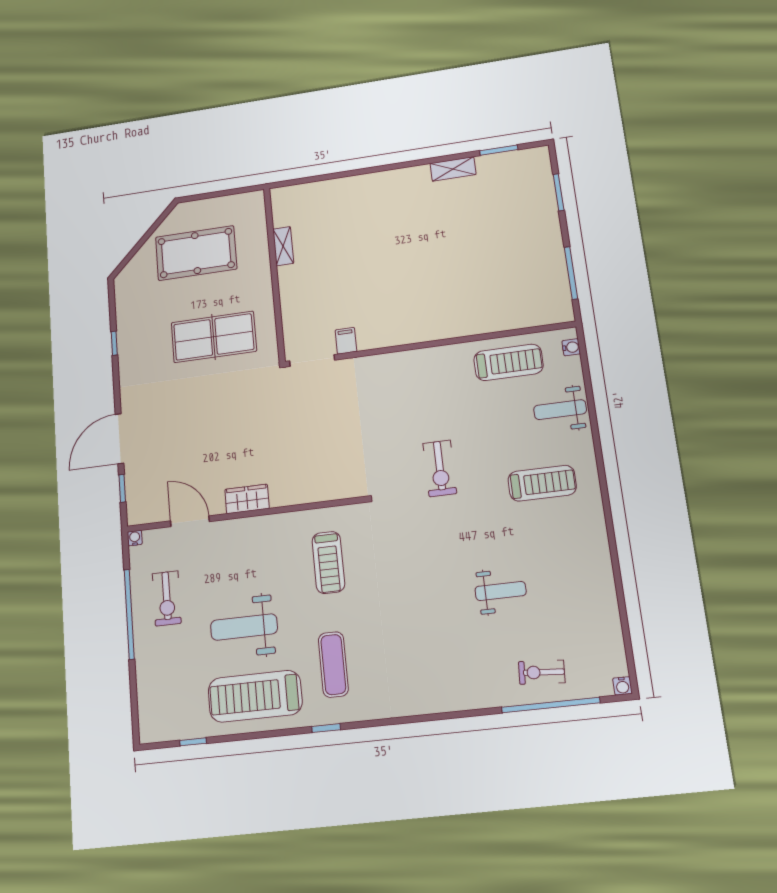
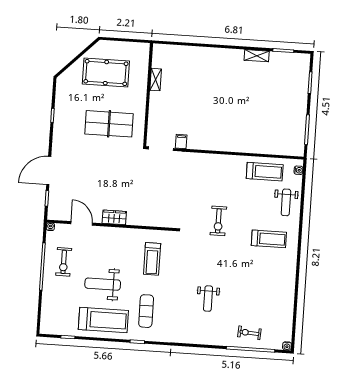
weight bench: (560, 410) -> (286, 202), turned -90
weight bench: (501, 591) -> (208, 299), moved, turned 90
treadmill: (255, 696) -> (103, 320), turned 180

